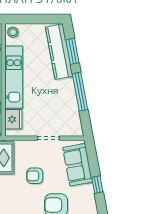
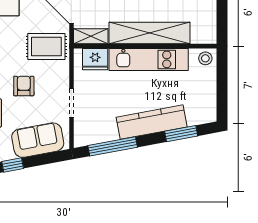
kitchen counter: (59, 52) -> (152, 122), moved
window: (80, 92) -> (113, 146), moved

